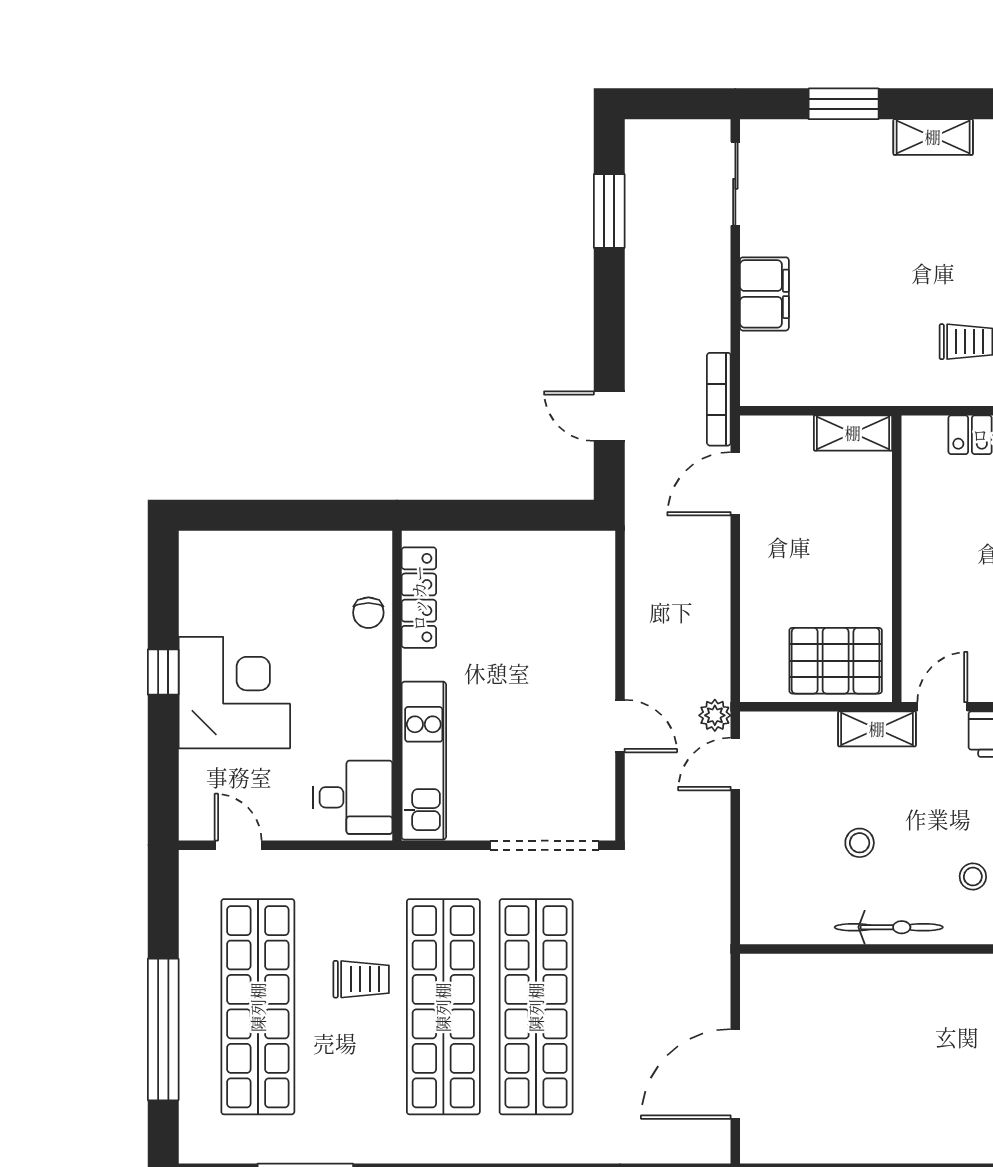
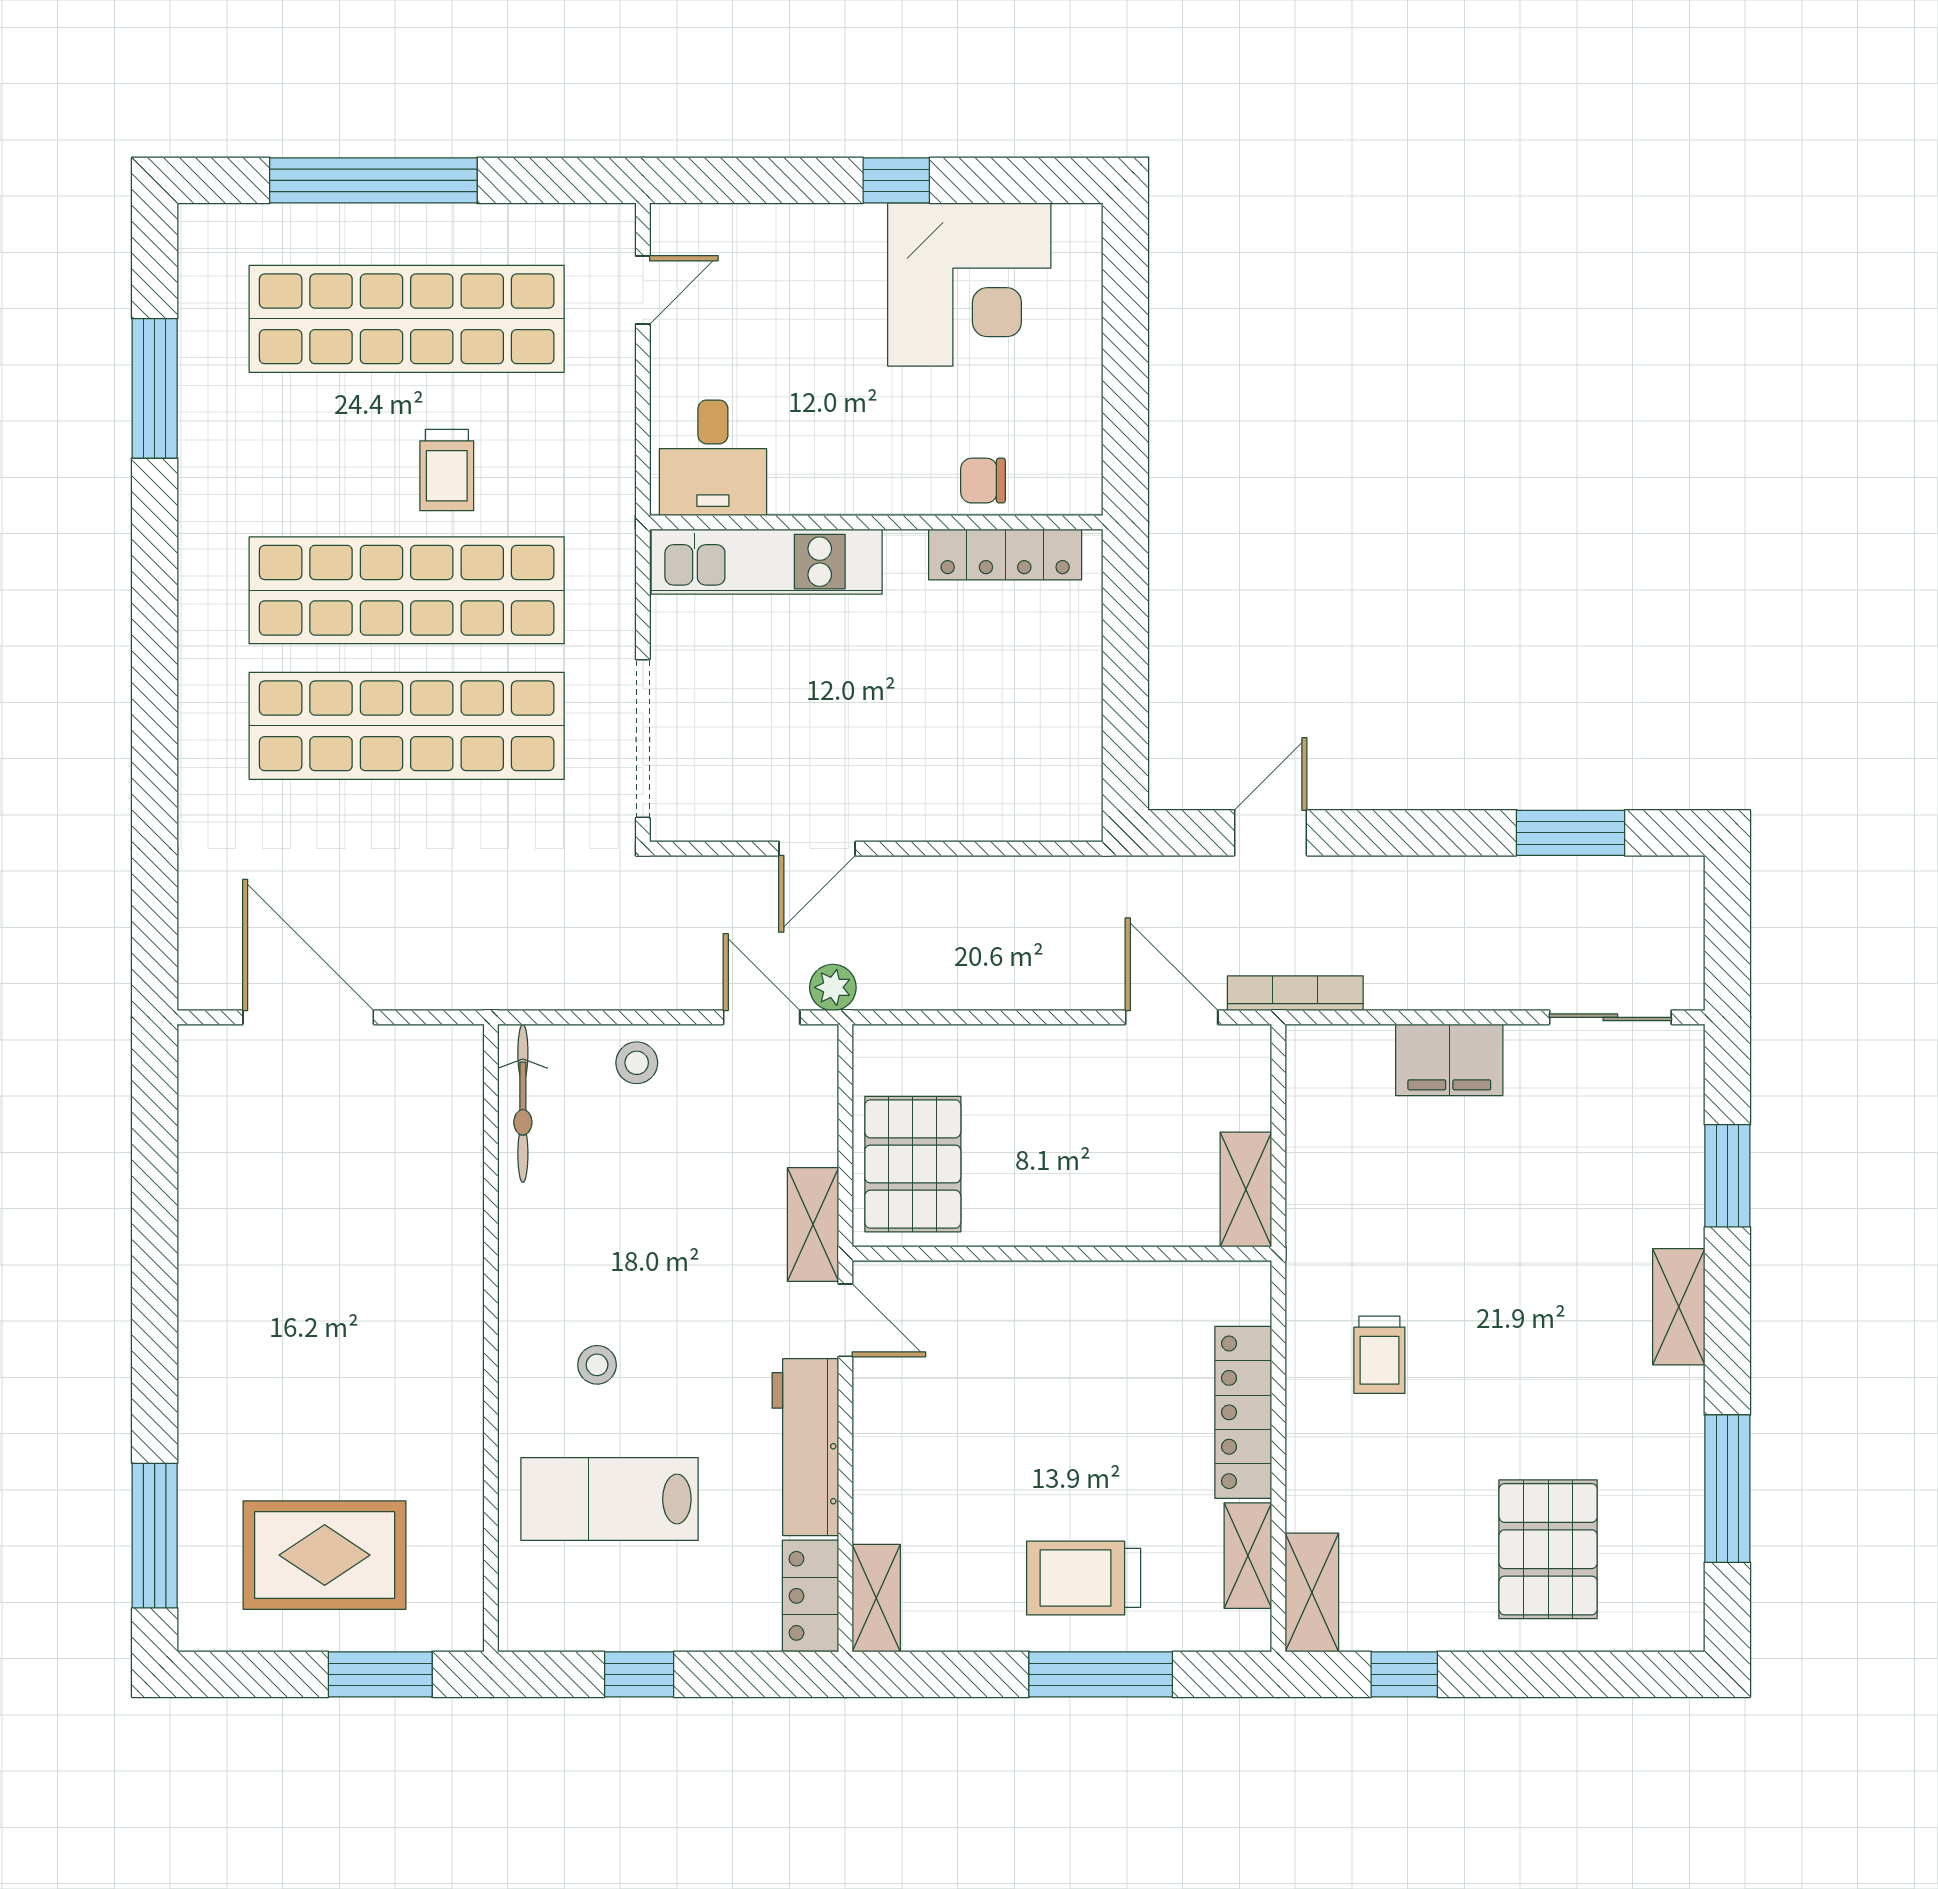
corner desk: (234, 693) -> (969, 284), moved
stool: (860, 843) -> (637, 1063), moved
bicycle: (889, 927) -> (523, 1103), moved

